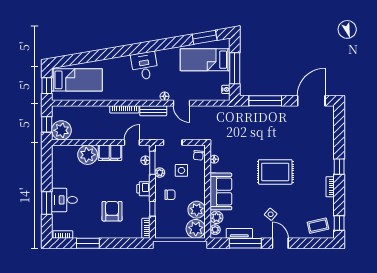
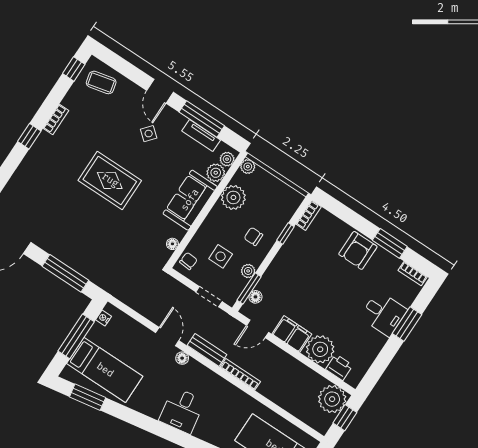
printer: (143, 189) -> (339, 367), moved, turned -90
armchair: (112, 211) -> (358, 250), moved
plant: (196, 229) -> (248, 167), width x0.53, depth x0.53

